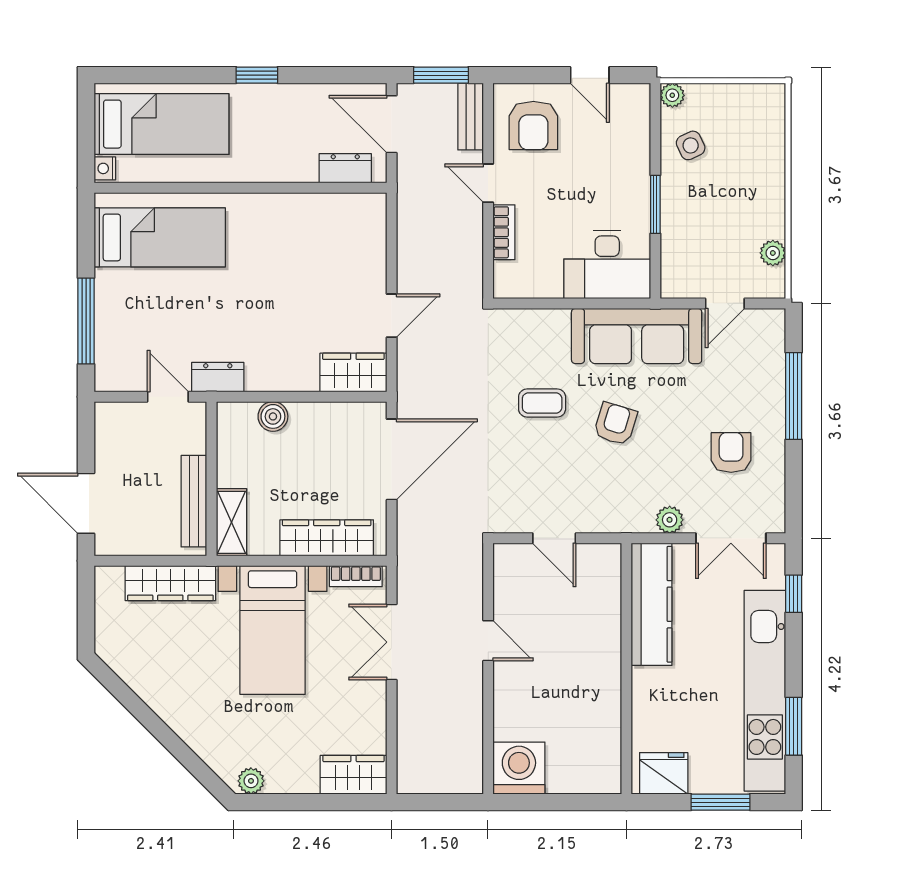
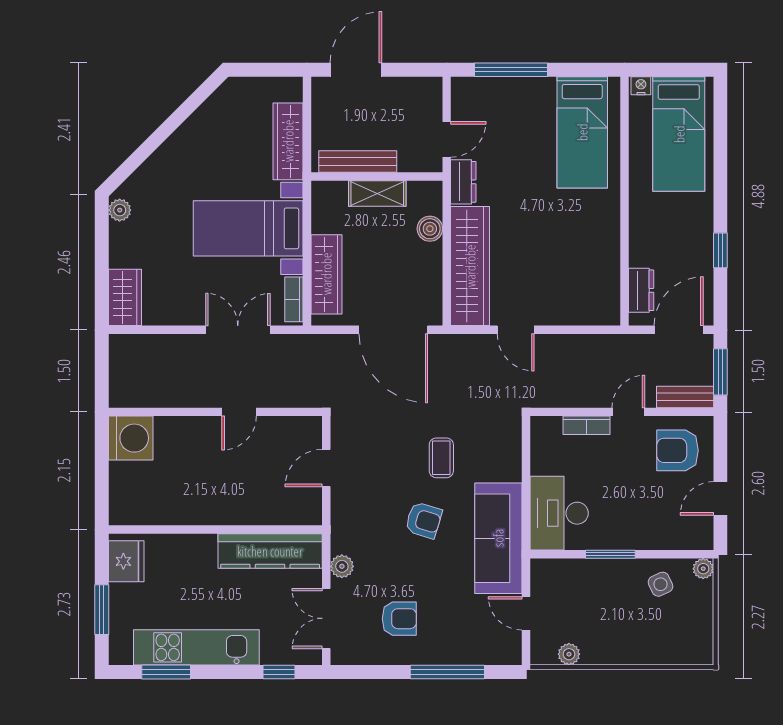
window: (257, 75) -> (720, 250), moved
wardrobe: (353, 373) -> (470, 266), width x2.10, depth x1.17
shelving: (231, 522) -> (377, 193), moved
kitchen unit: (765, 691) -> (196, 647), width x0.73

